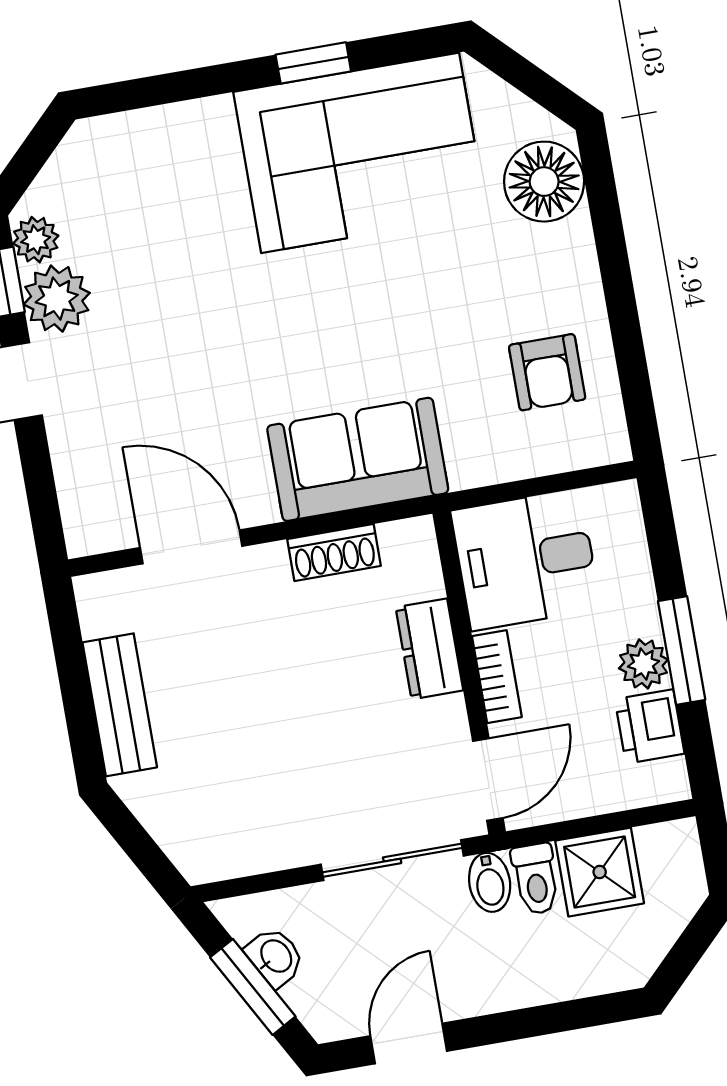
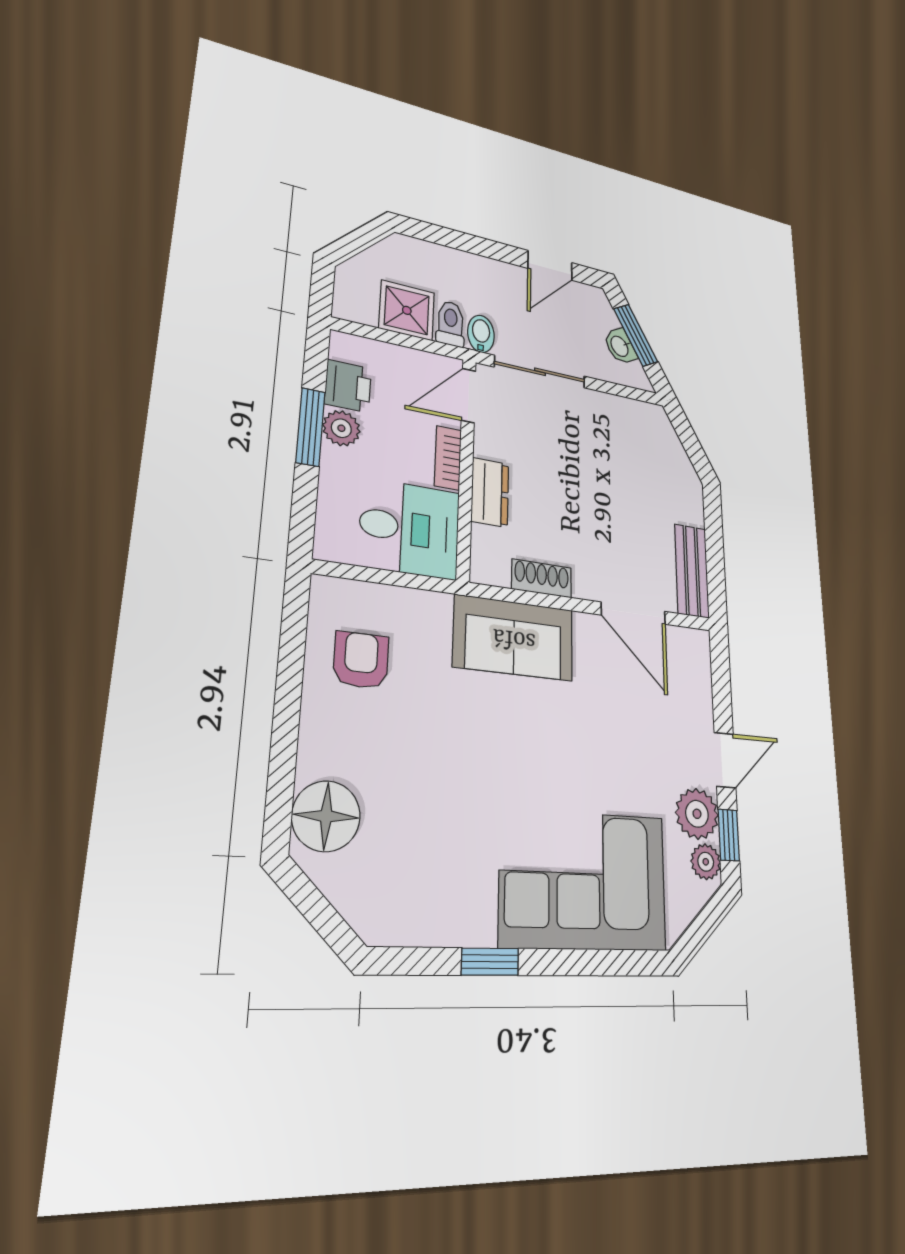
corner sofa: (360, 153) -> (584, 880), moved
bench: (120, 705) -> (692, 571), moved

